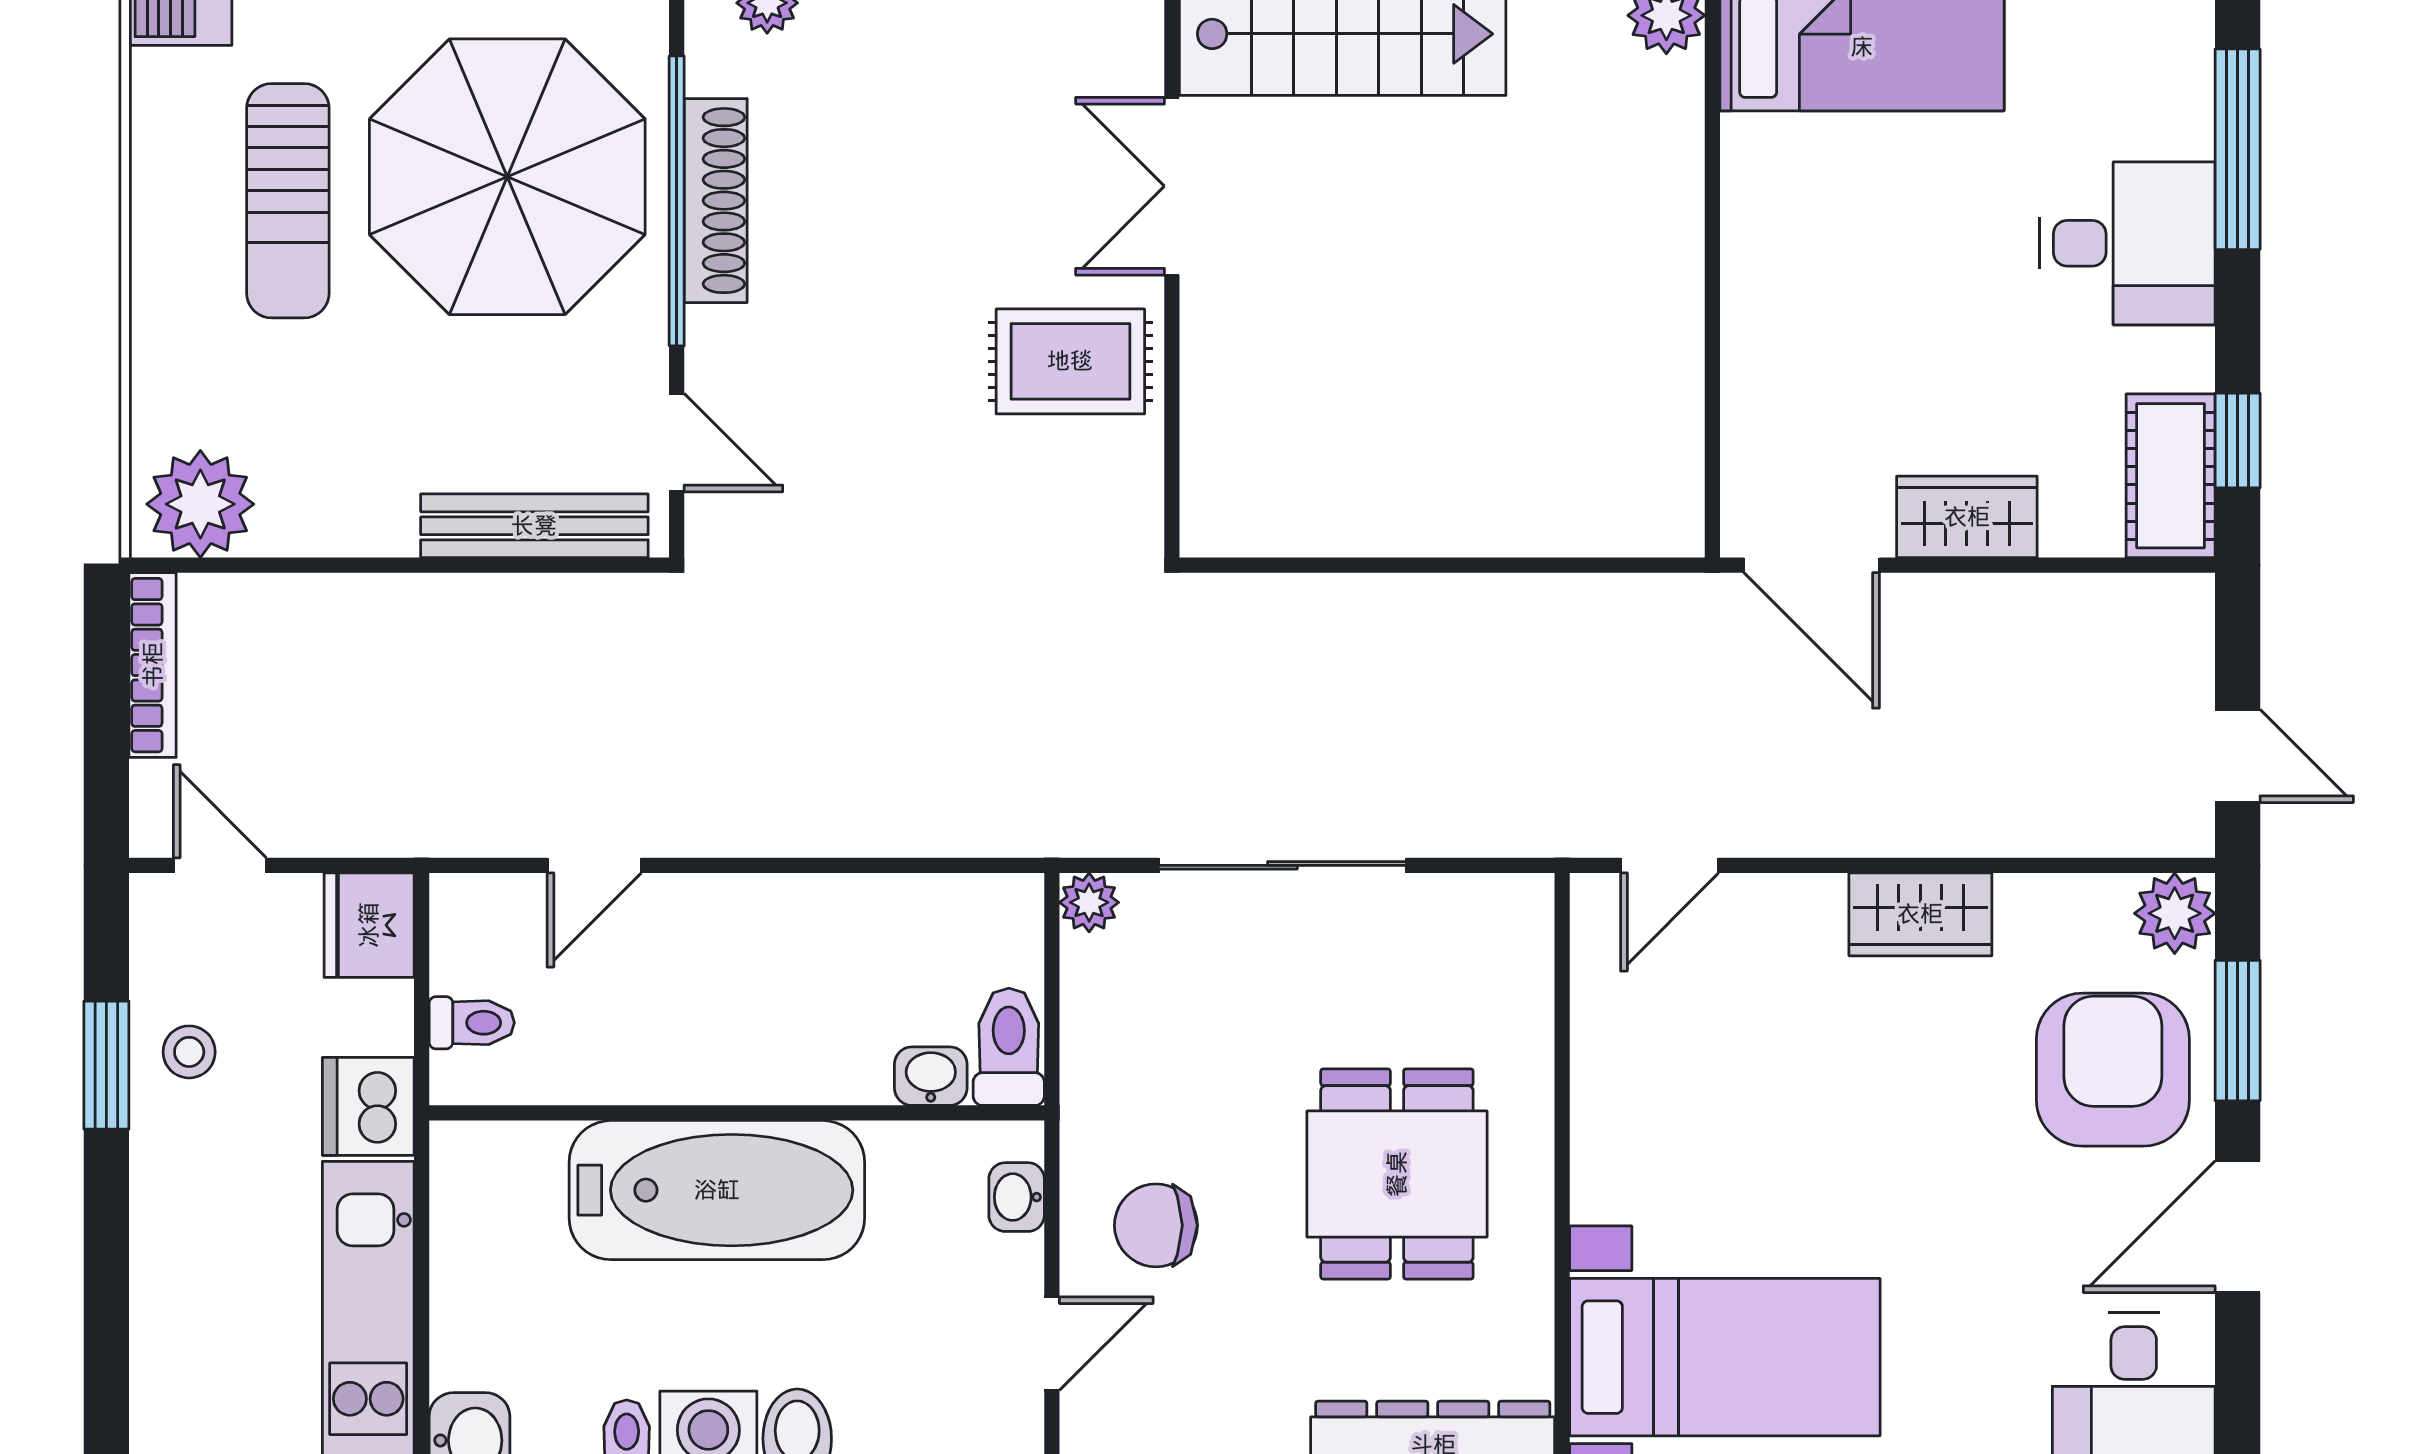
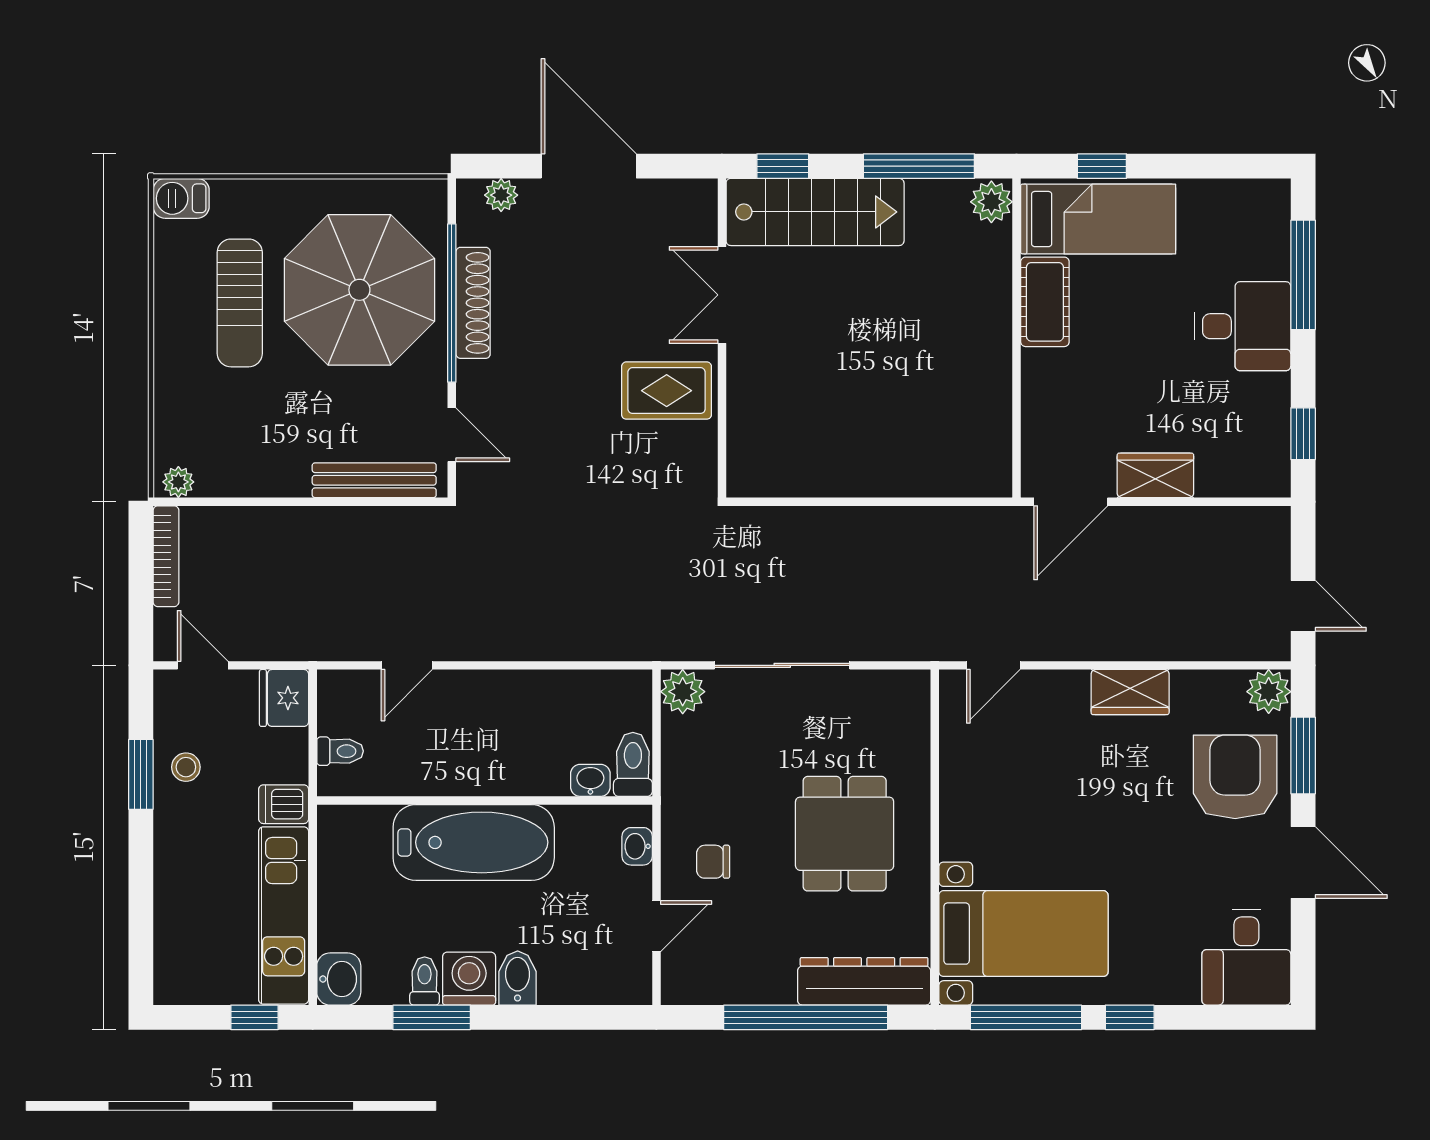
cot: (2171, 476) -> (1045, 302), moved
plant: (200, 504) -> (178, 482), width x0.53, depth x0.53
door: (1812, 565) -> (1071, 502), hinge flipped
plant: (1089, 902) -> (683, 692), width x1.38, depth x1.38
dishwasher: (368, 1106) -> (284, 804), width x0.73
chair: (1156, 1225) -> (713, 862), width x0.73, depth x0.73
door: (2238, 1227) -> (1303, 862), swing flipped

